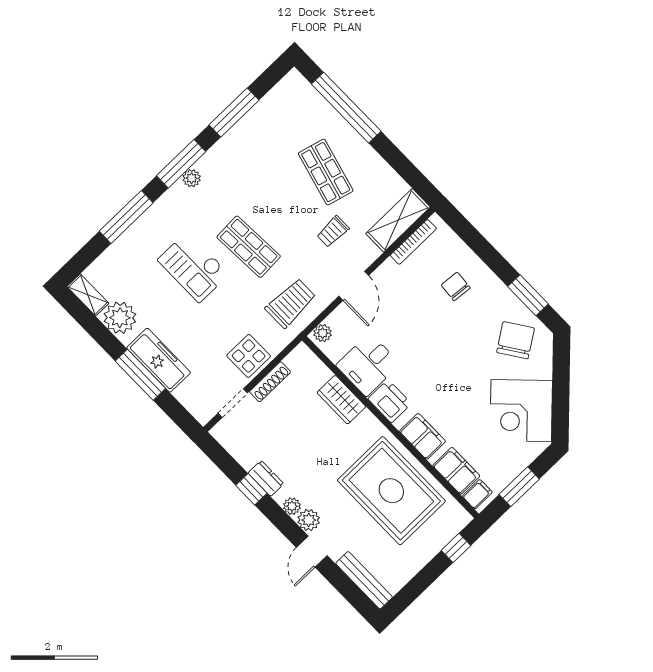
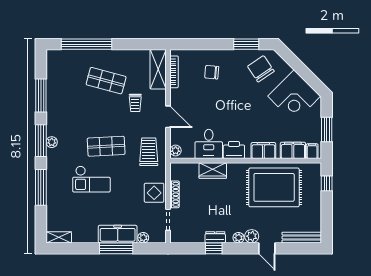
plant: (120, 318) -> (143, 238), moved, width x0.53, depth x0.53

